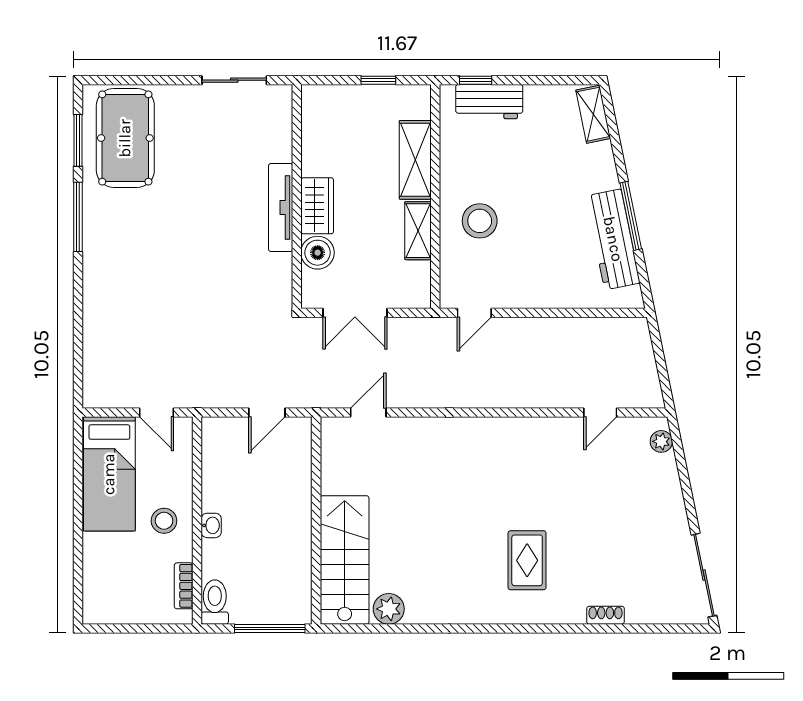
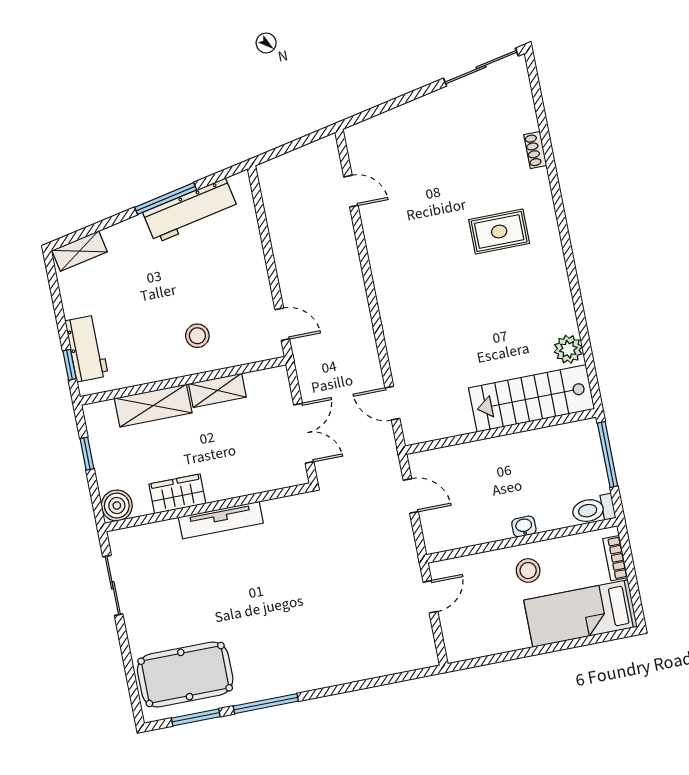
wardrobe: (317, 206) -> (177, 494), moved
stool: (480, 221) -> (197, 336), width x0.73, depth x0.73
boiler: (318, 253) -> (117, 505), moved
plant: (661, 441) -> (366, 130), removed
bed: (109, 474) -> (581, 613), moved, turned 180
bookcase: (184, 586) -> (615, 558), moved, turned 90

